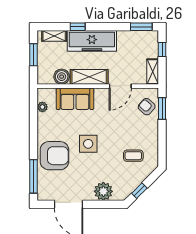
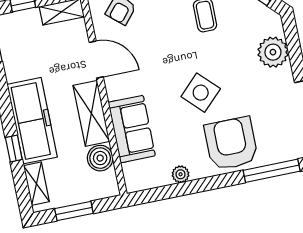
plant: (42, 107) -> (181, 174), moved
side table: (88, 144) -> (201, 93), turned 45

